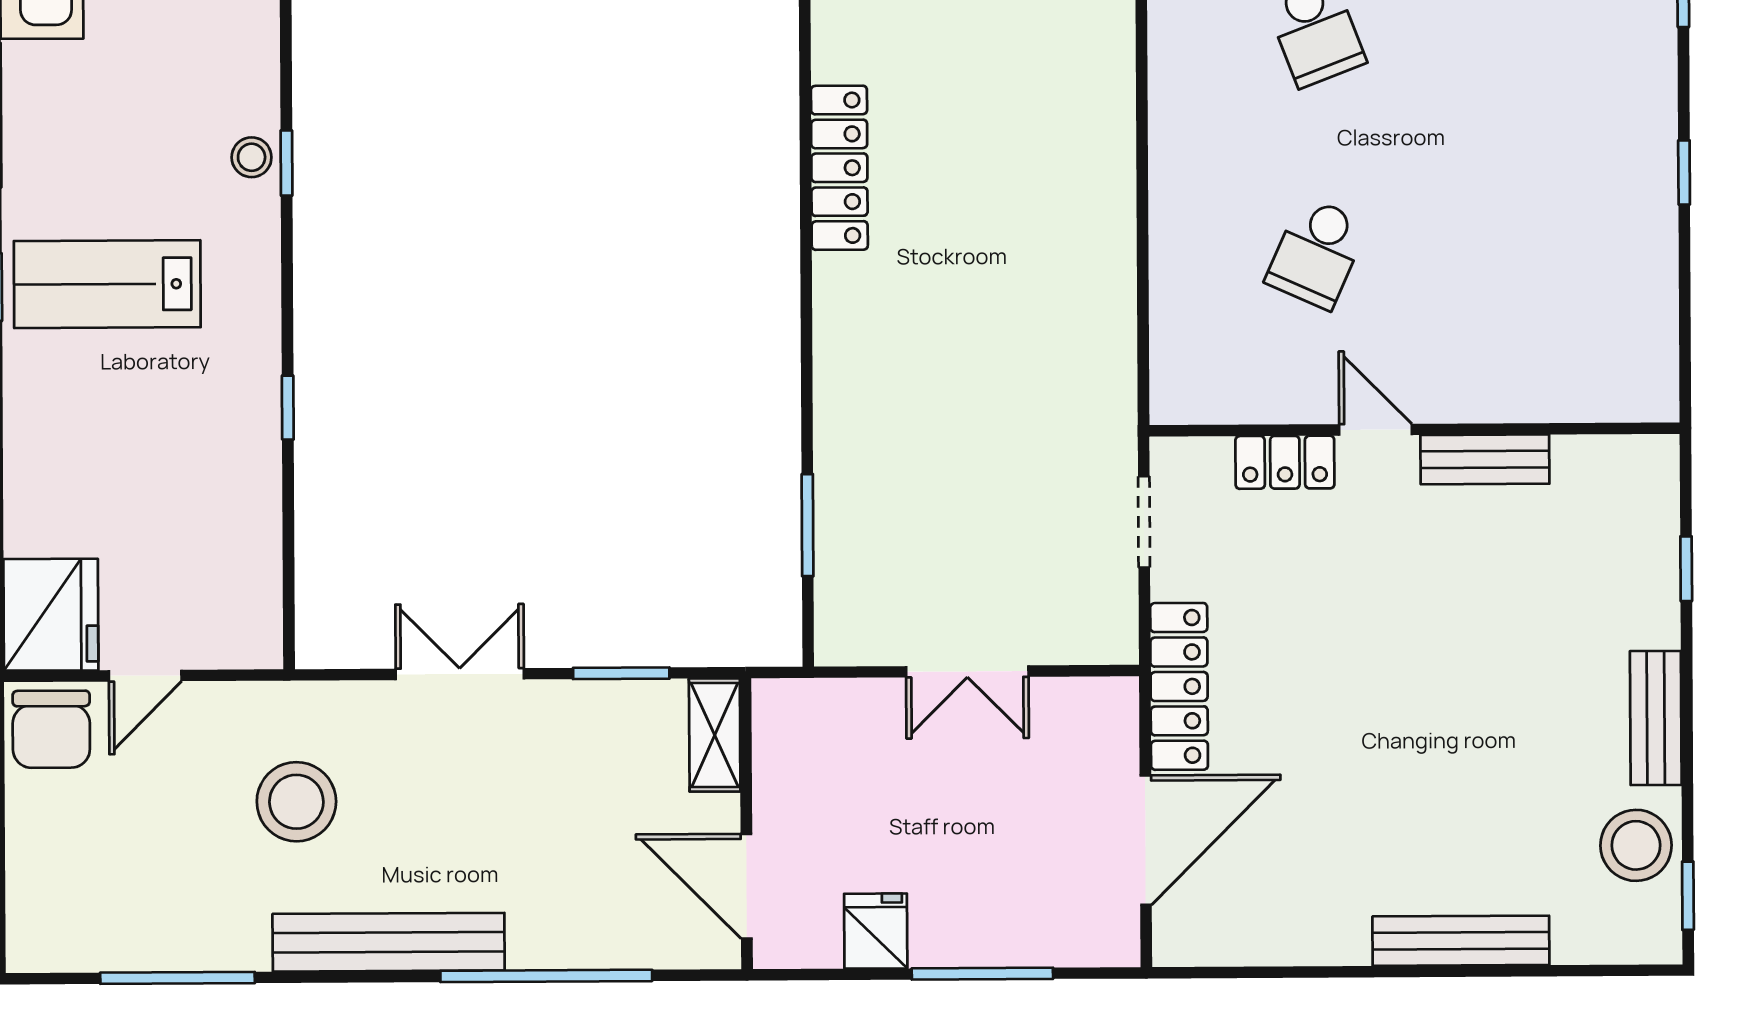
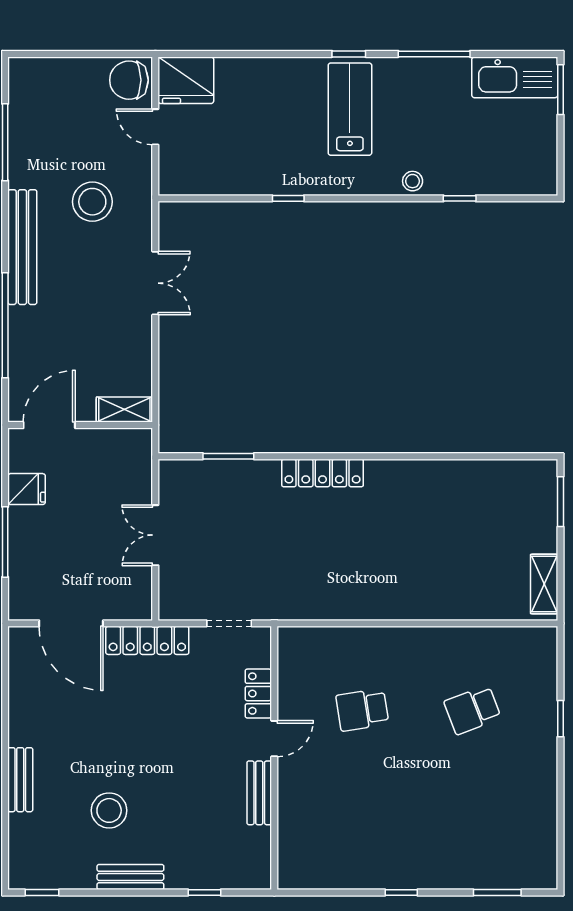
window: (286, 163) -> (460, 198), moved
locker: (839, 168) -> (323, 473), moved
school desk: (1317, 253) -> (362, 710), turned -33
window: (621, 673) -> (155, 363), removed
stool: (1636, 845) -> (109, 810), moved
bench: (1461, 941) -> (20, 780), width x0.73

